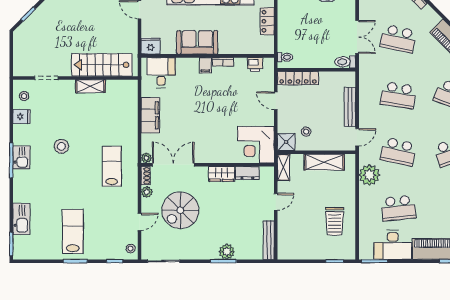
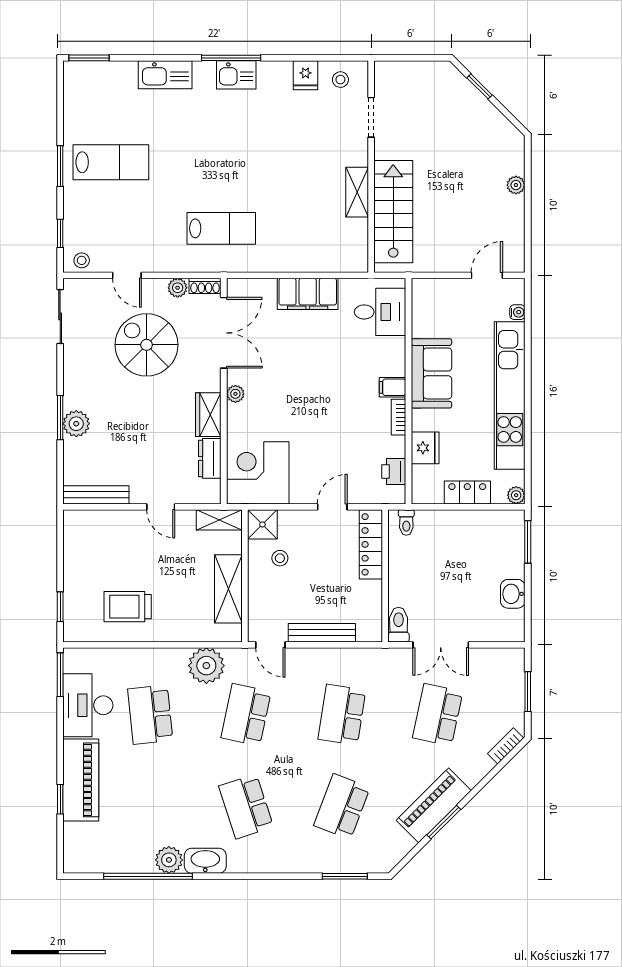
fridge: (151, 46) -> (425, 448), moved
stool: (61, 146) -> (255, 143), removed
plant: (146, 158) -> (235, 394), moved
kitchen sink: (21, 219) -> (165, 75), moved

